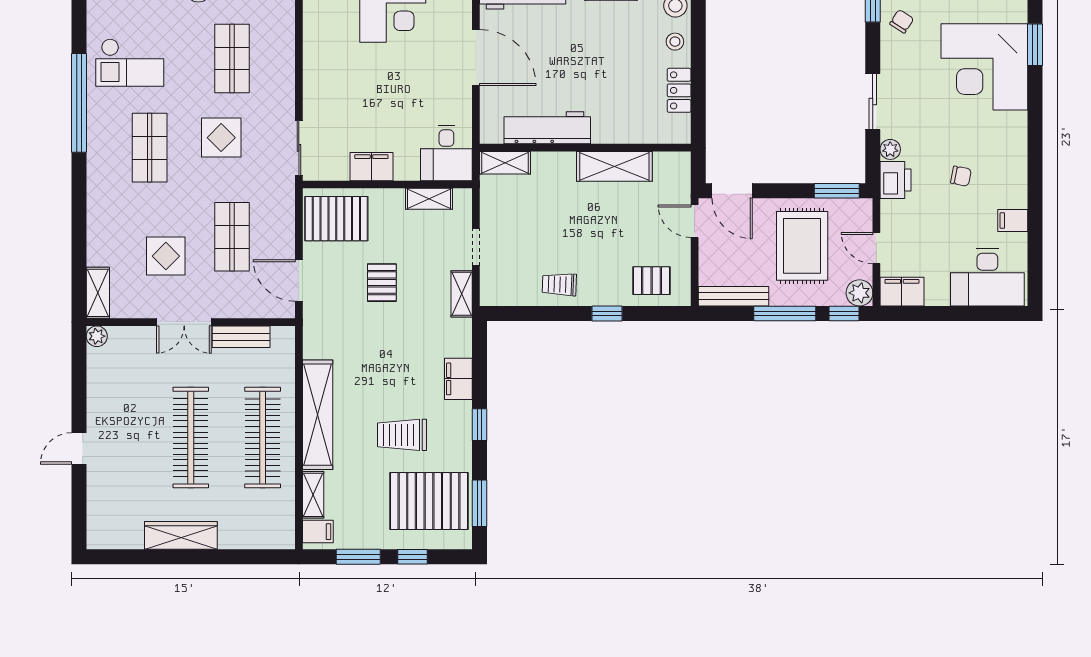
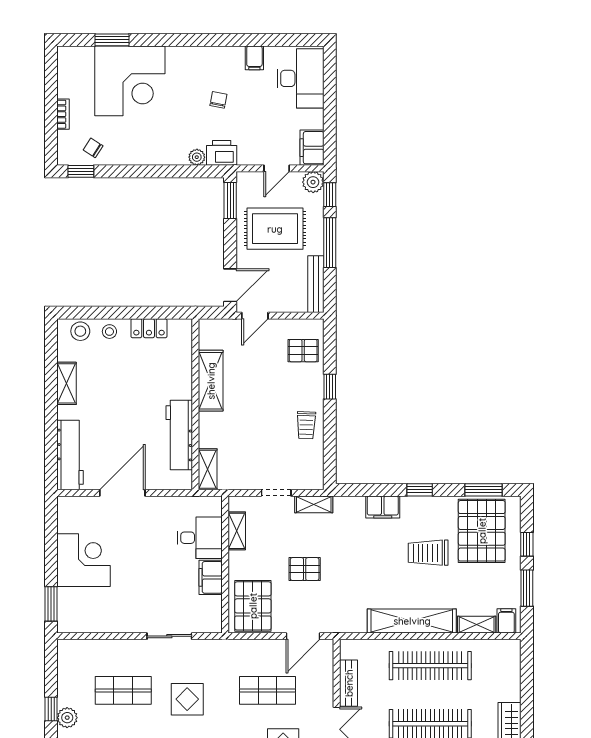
sliding door: (873, 101) -> (158, 171), removed
sliding door: (299, 148) -> (169, 636), moved
desk: (446, 153) -> (200, 538), moved
pallet: (652, 281) -> (303, 351), turned 90
trolley: (402, 435) -> (428, 553), turned 90

